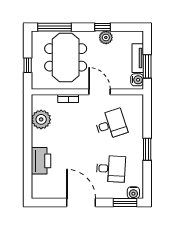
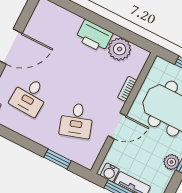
window: (147, 149) -> (58, 159), moved
printer: (41, 161) -> (94, 36), moved

